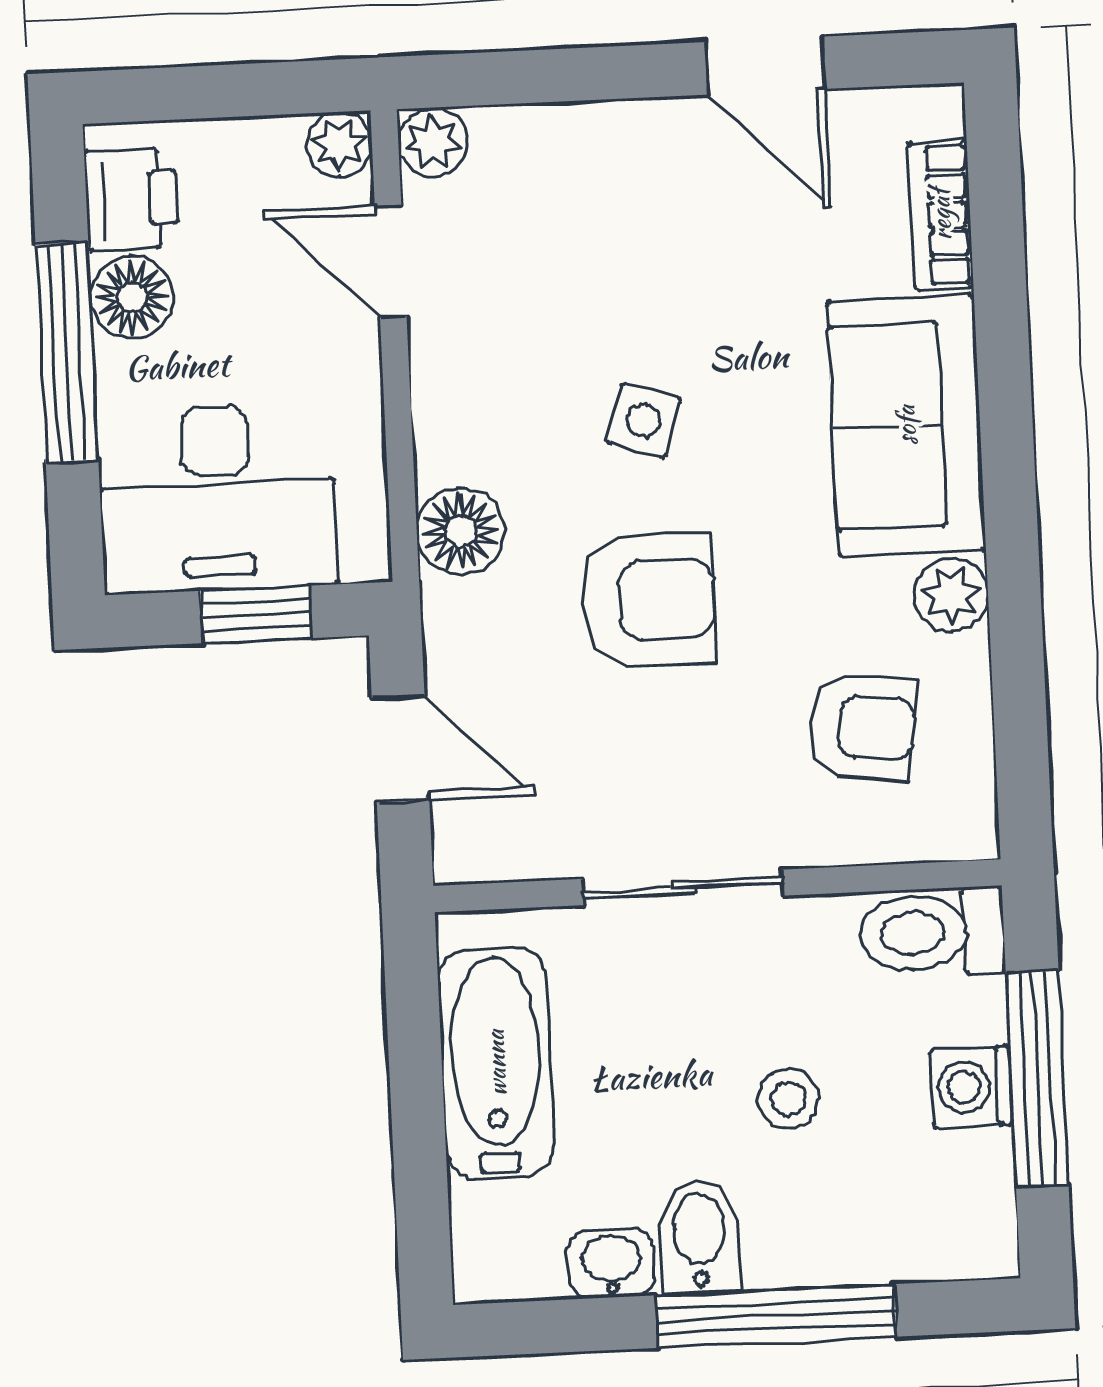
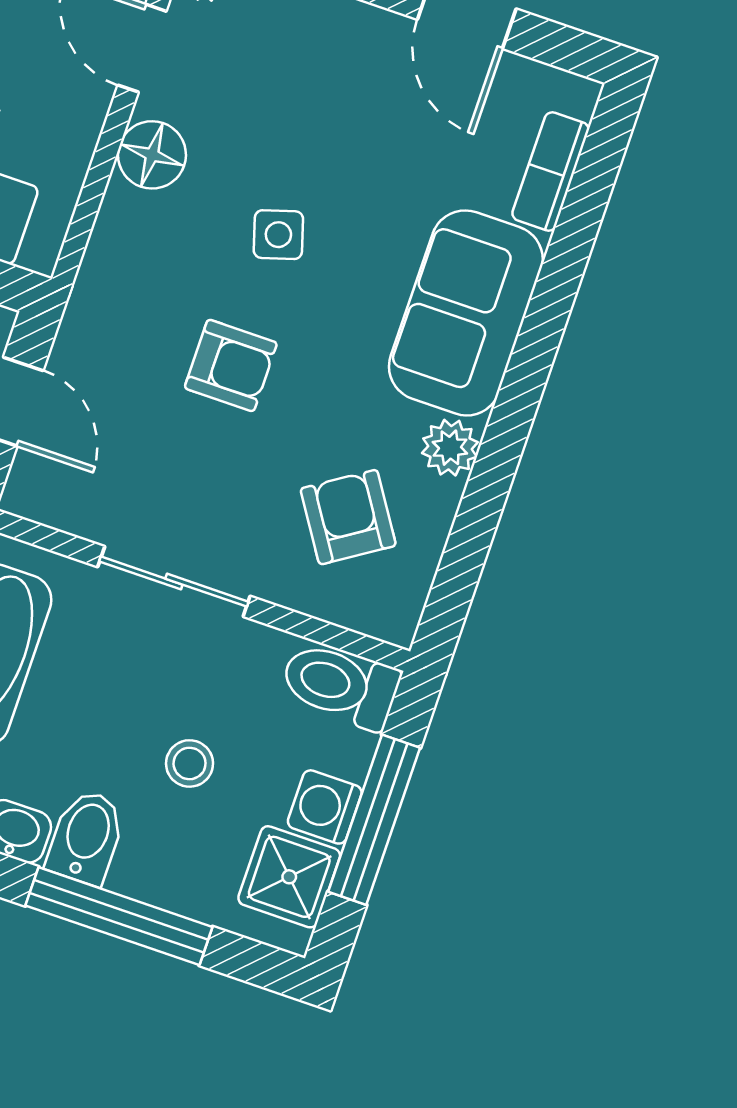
side table: (644, 420) -> (278, 235), turned -35
floor lamp: (460, 531) -> (152, 155), moved
armchair: (649, 600) -> (231, 365), width x0.72, depth x0.72
armchair: (862, 727) -> (348, 517), turned -130
shower: (962, 1188) -> (289, 877), added

